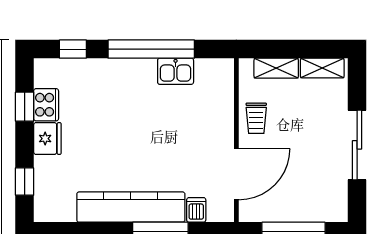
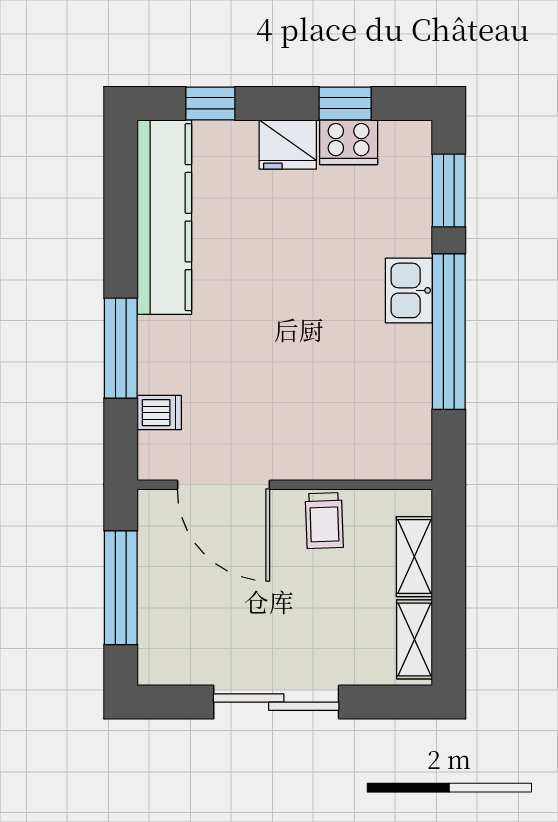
window: (73, 49) -> (449, 190), width x1.50
kitchen sink: (176, 71) -> (409, 290), moved
trolley: (256, 118) -> (324, 521), turned -92
kitchen counter: (131, 207) -> (164, 217), moved

